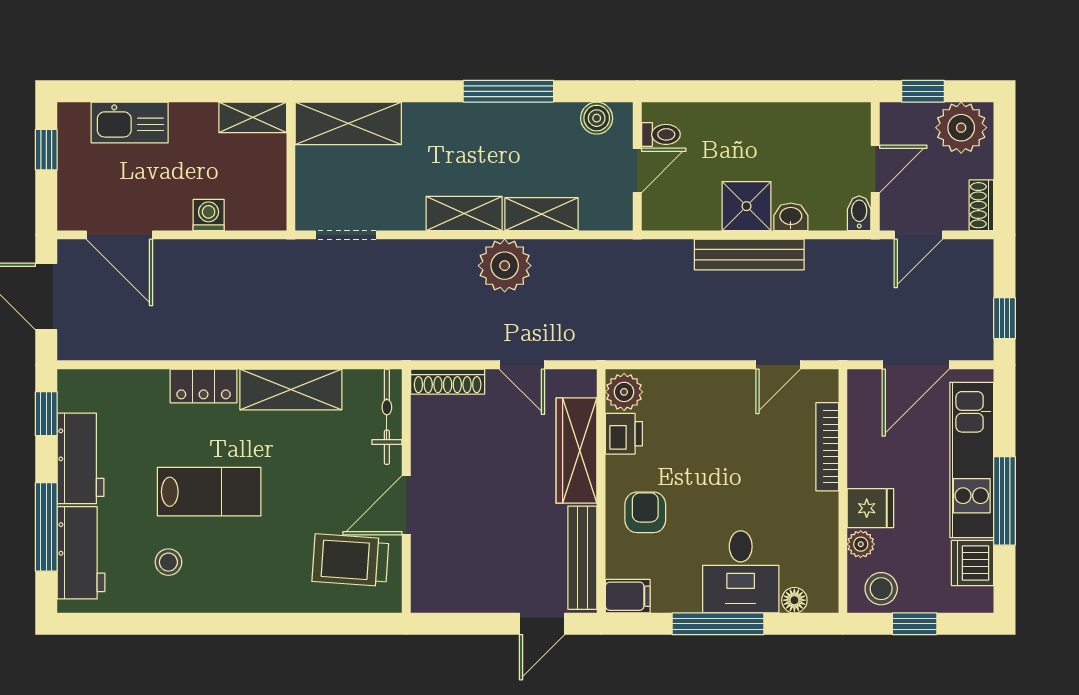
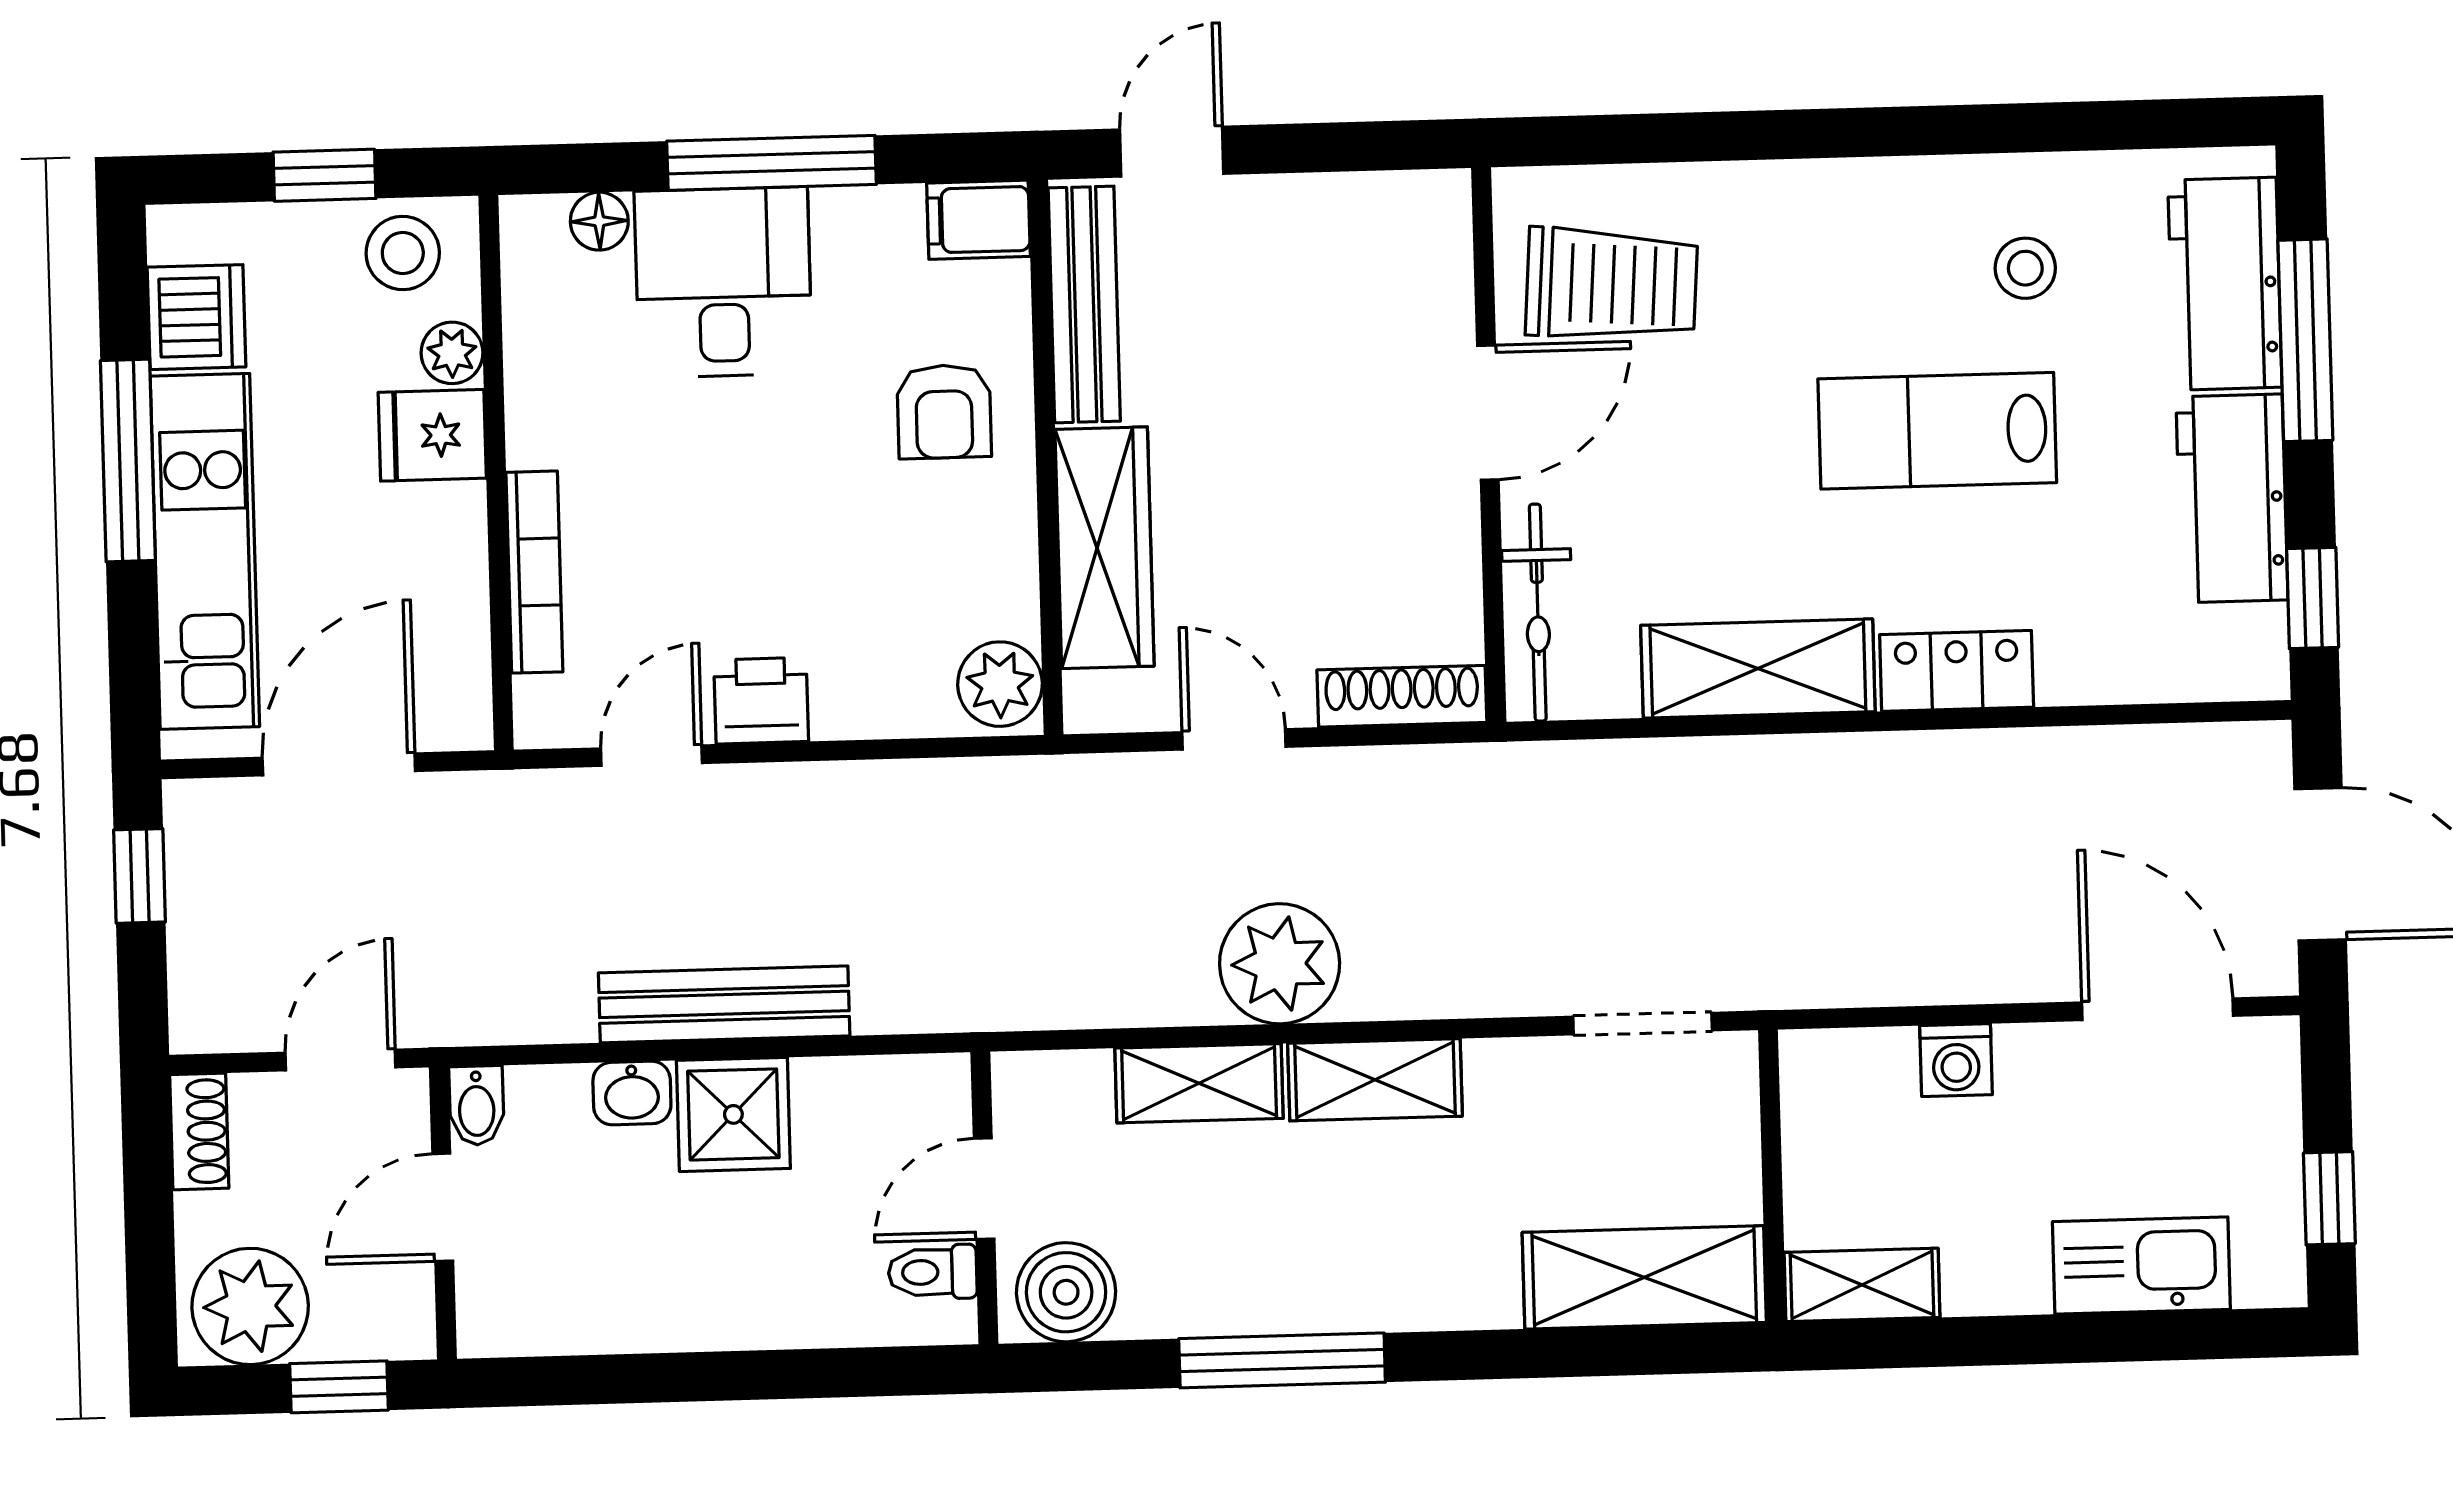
boiler: (597, 118) -> (1066, 1292), width x1.36, depth x1.36
printer: (624, 434) -> (761, 701), moved, turned 90

